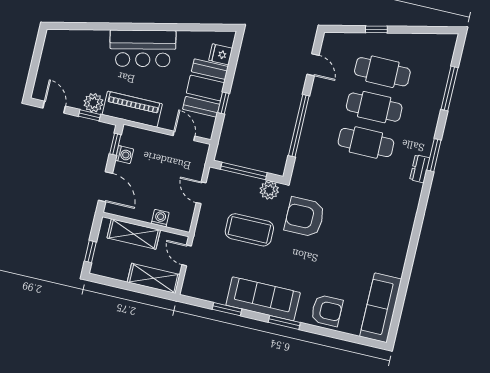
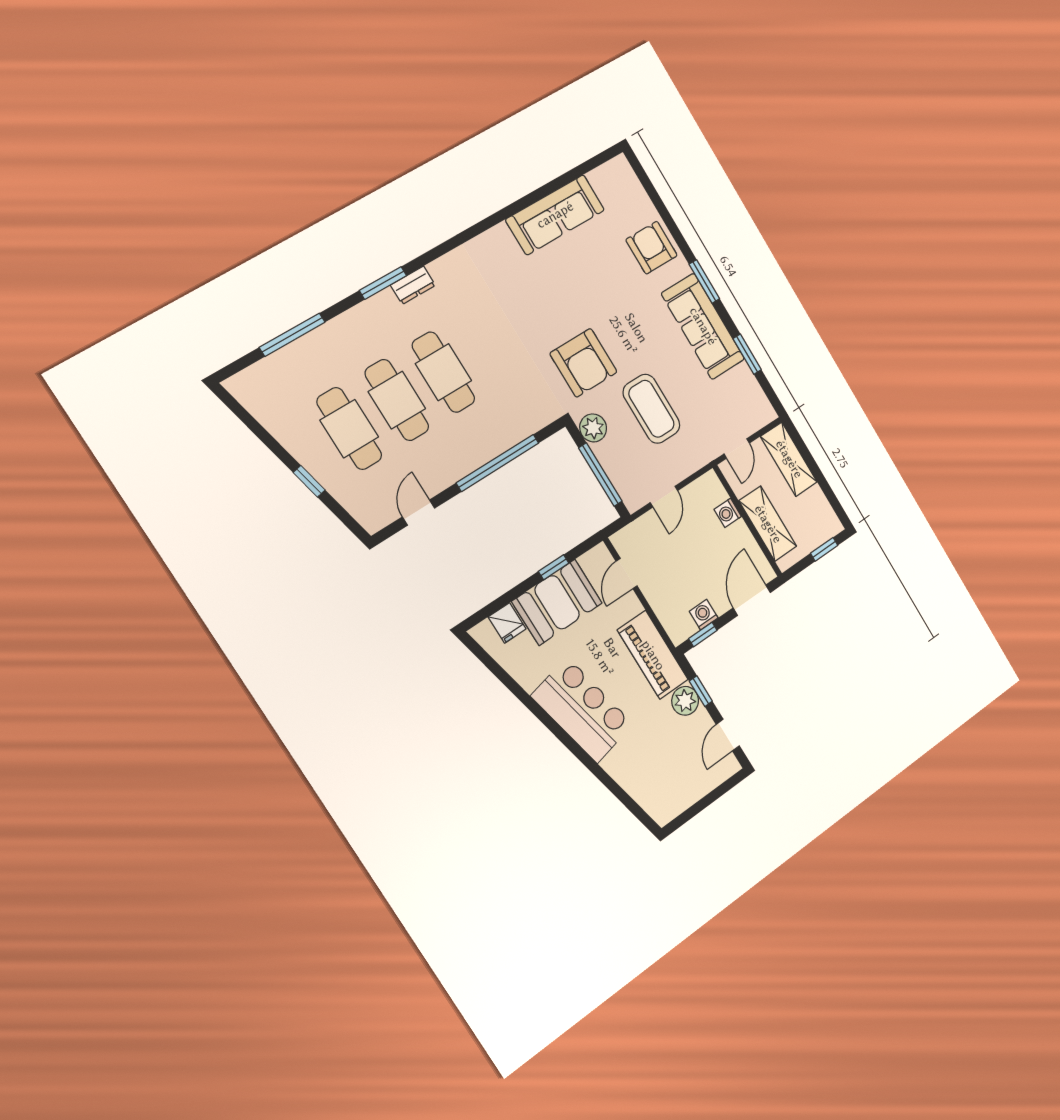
sofa: (381, 308) -> (555, 215), moved

